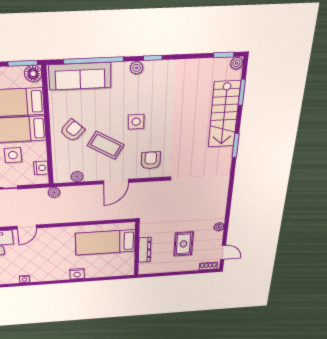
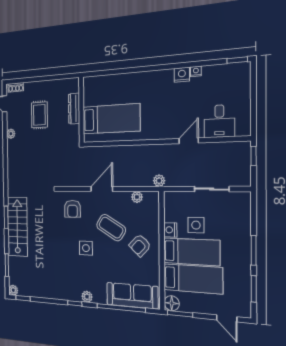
stairs: (224, 115) -> (17, 227), moved
nightstand: (41, 168) -> (170, 230), moved
nightstand: (77, 274) -> (182, 75), moved

